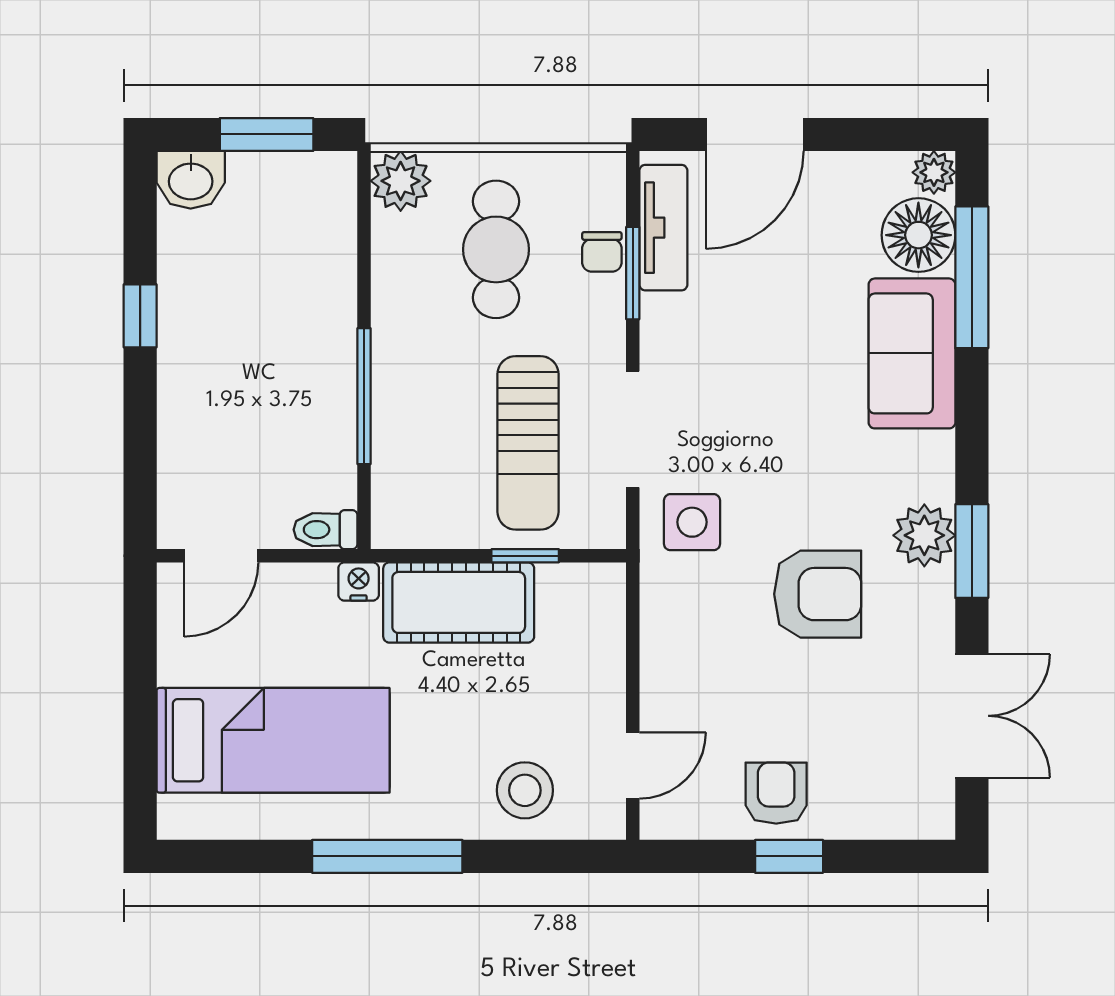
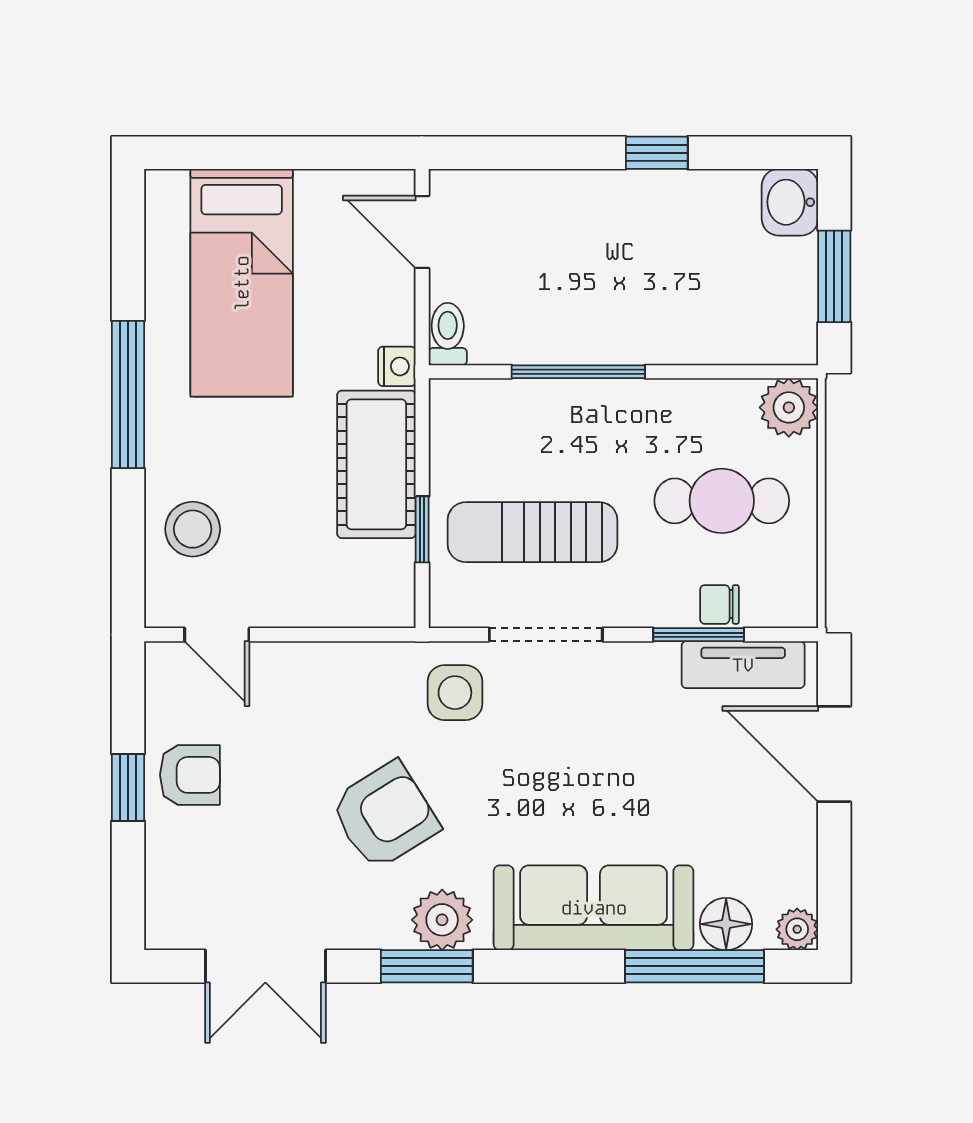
floor lamp: (918, 235) -> (726, 924), width x0.73, depth x0.73
sofa: (912, 353) -> (594, 908), width x1.36
armchair: (818, 594) -> (385, 816), turned -122

